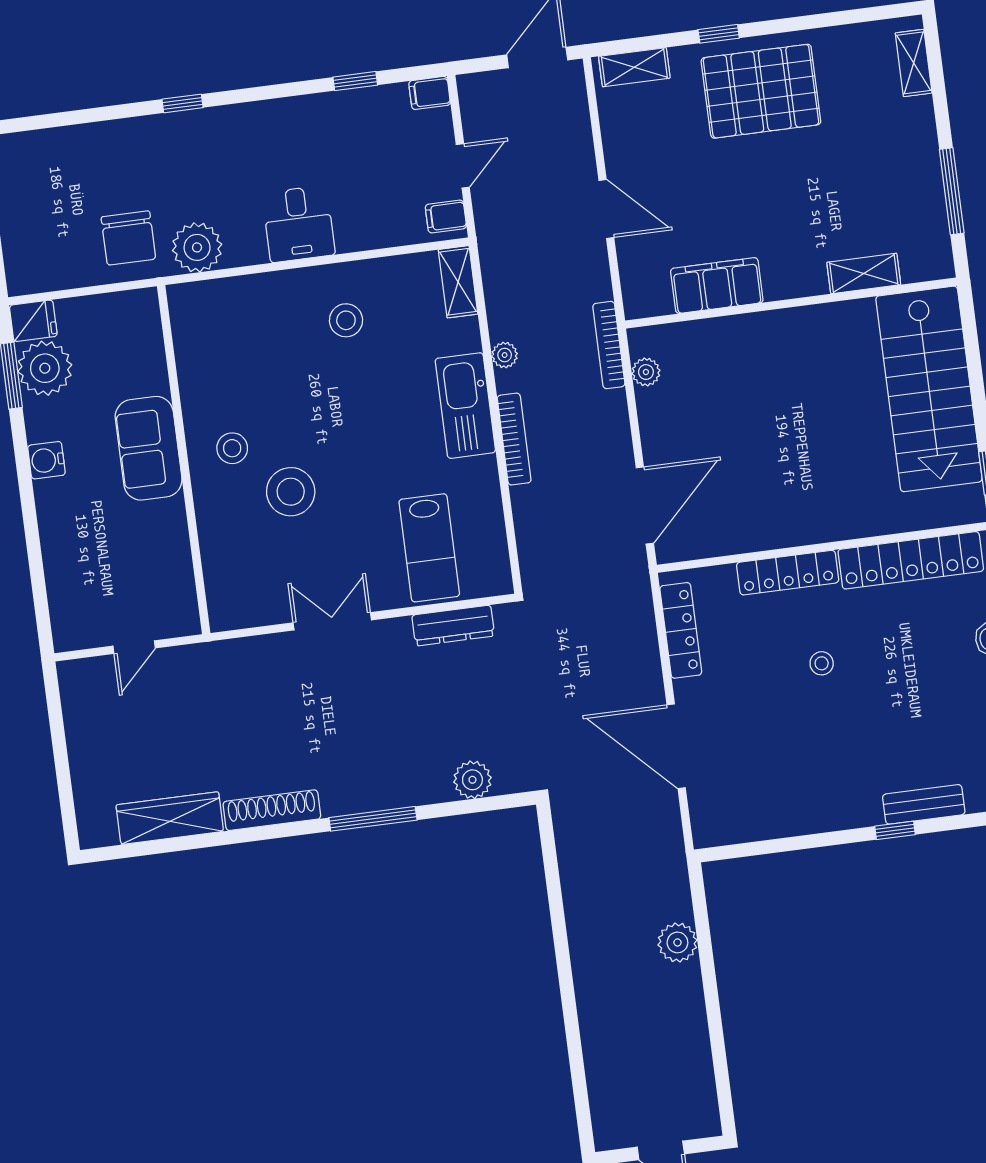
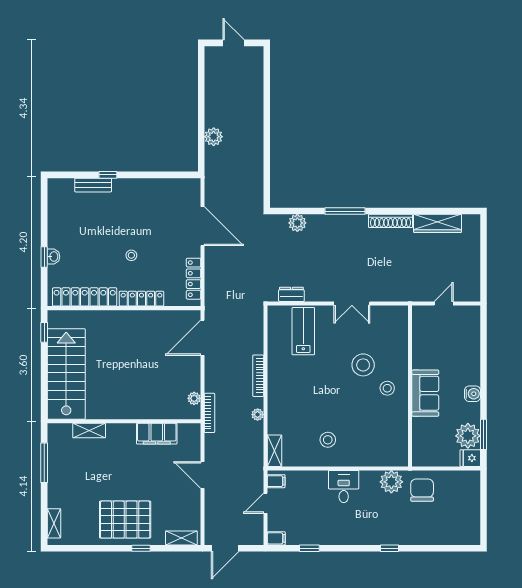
kitchen sink: (465, 406) -> (278, 394), removed
dresser: (453, 626) -> (291, 294), width x0.70

